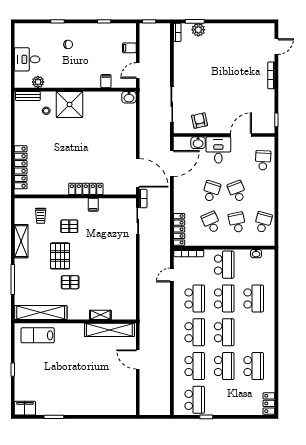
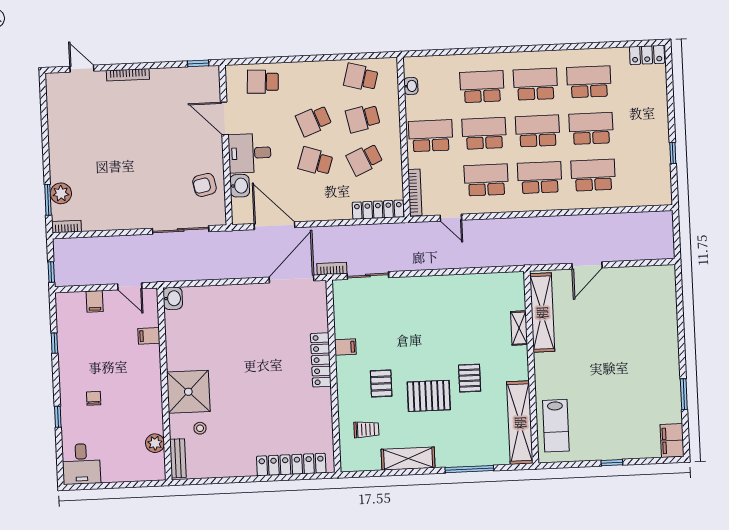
desk: (27, 59) -> (81, 464), moved
school desk: (195, 400) -> (535, 84), moved

